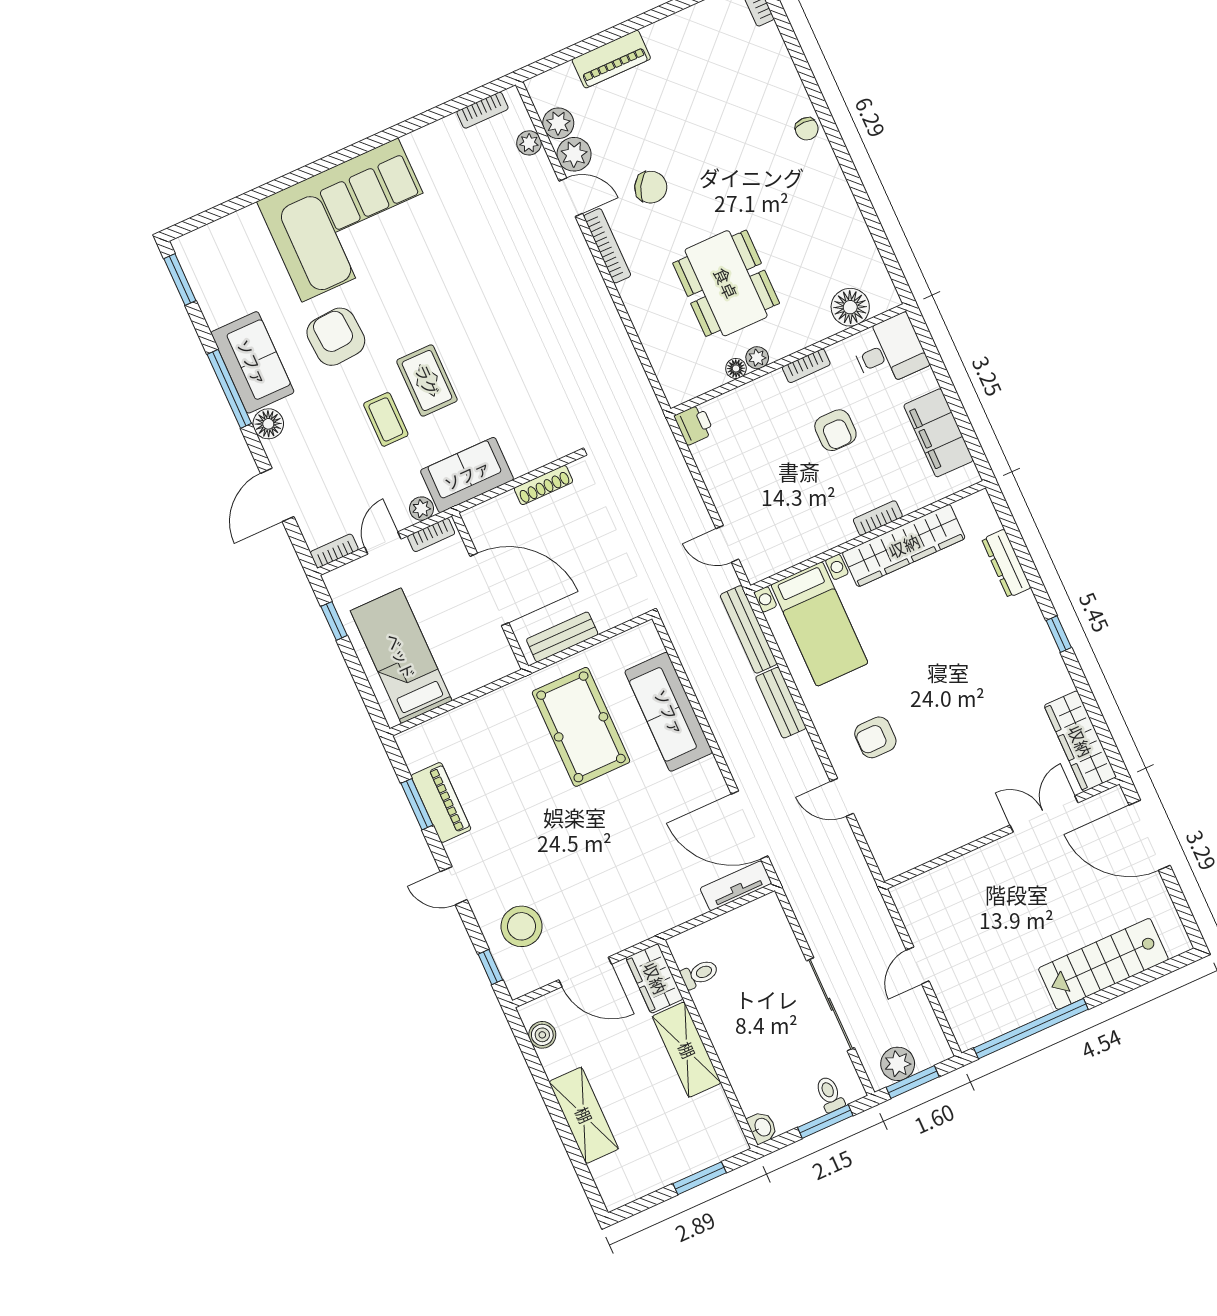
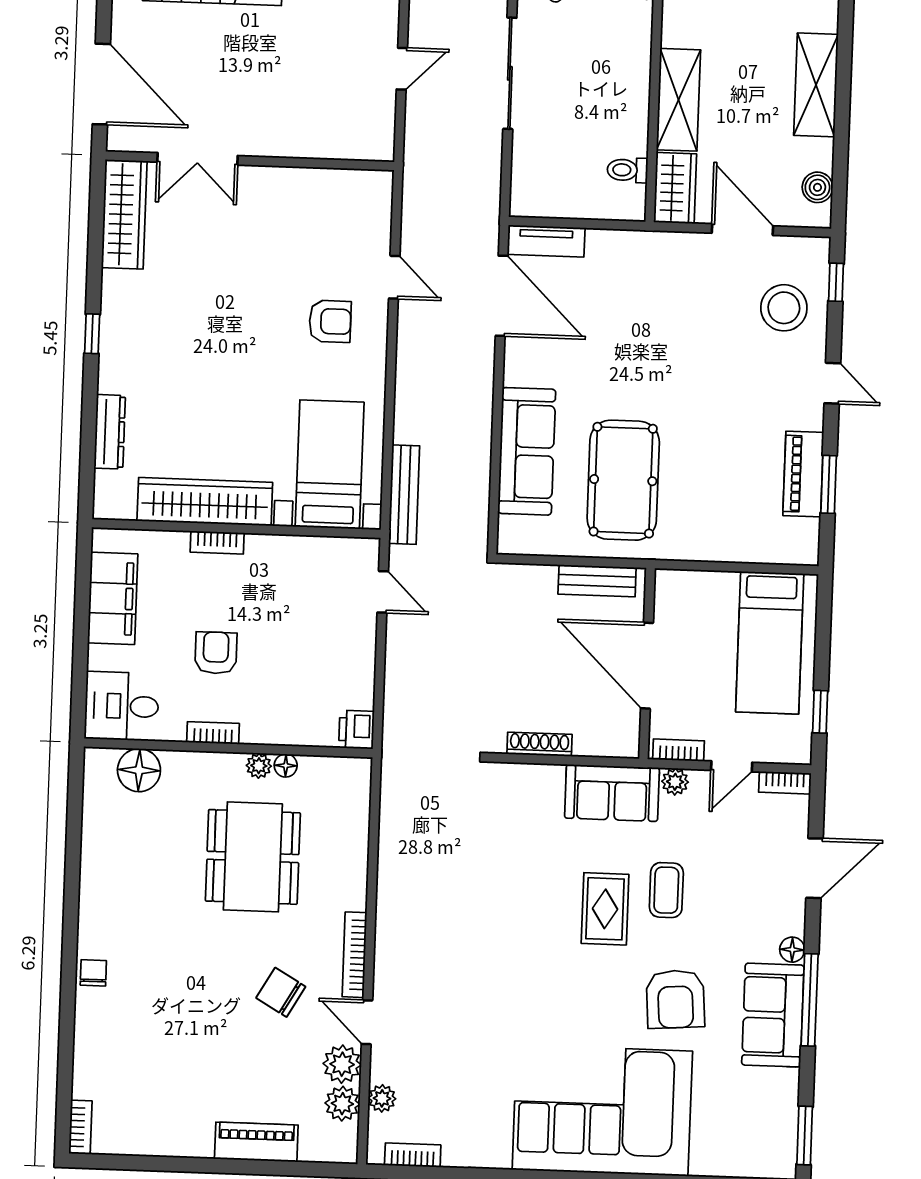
floor lamp: (268, 424) -> (792, 950), width x0.73, depth x0.73
bench: (781, 703) -> (408, 404), removed

